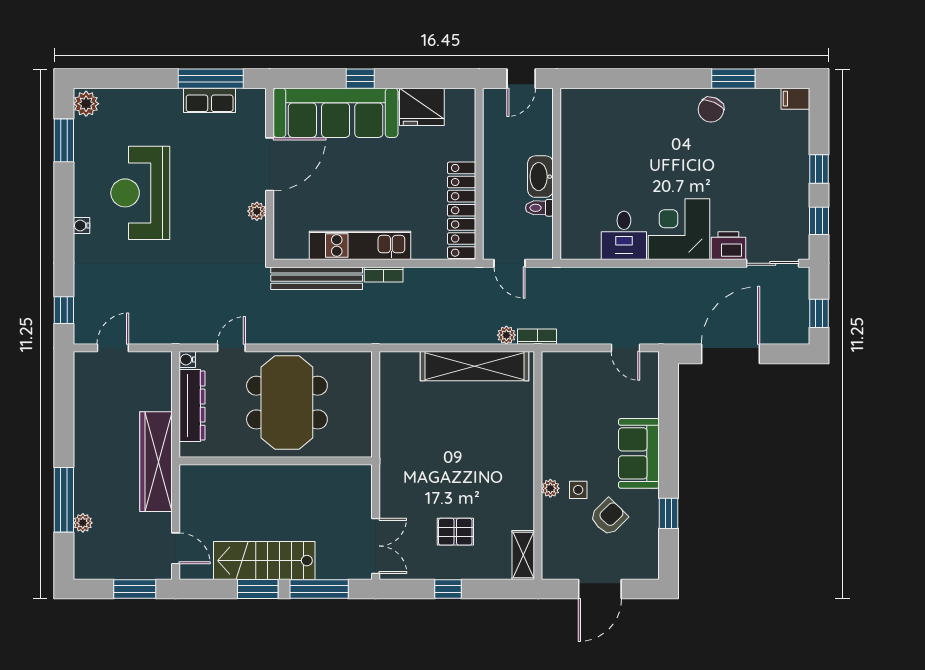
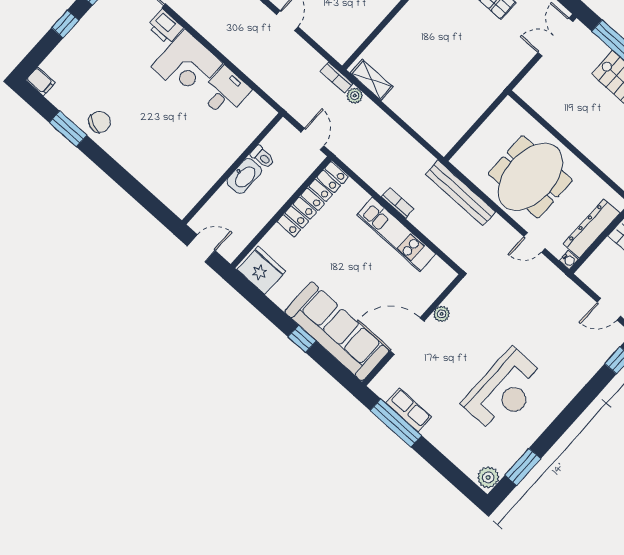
fridge: (422, 107) -> (261, 270), moved
water cooler: (81, 226) -> (560, 404), removed
bench: (317, 278) -> (461, 193), moved
shelving: (475, 366) -> (372, 80), width x0.45, depth x0.75

